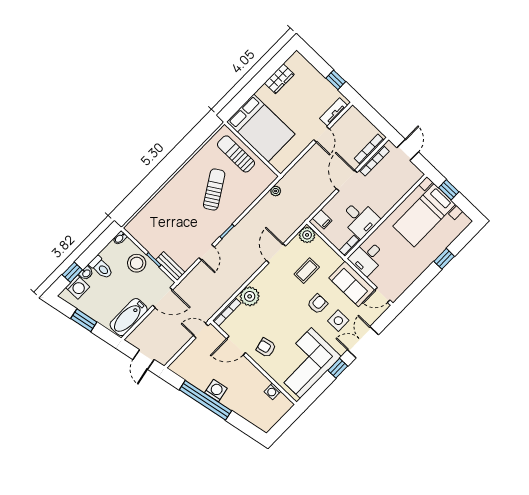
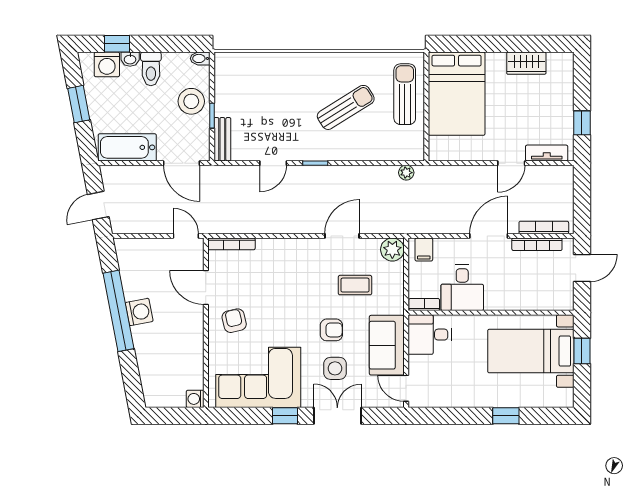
plant: (250, 296) -> (271, 252), removed
washing machine: (272, 391) -> (195, 399), moved

